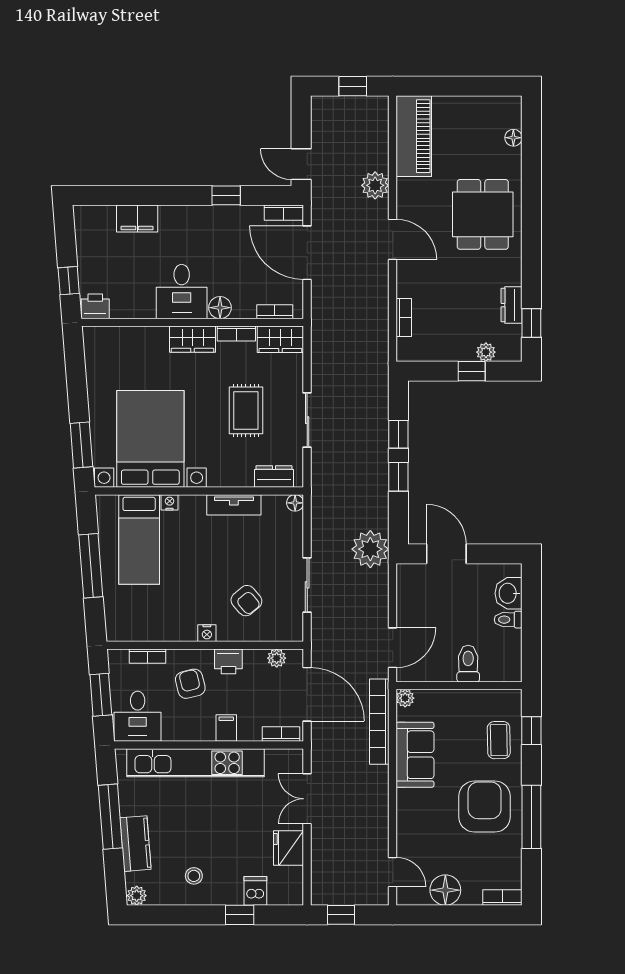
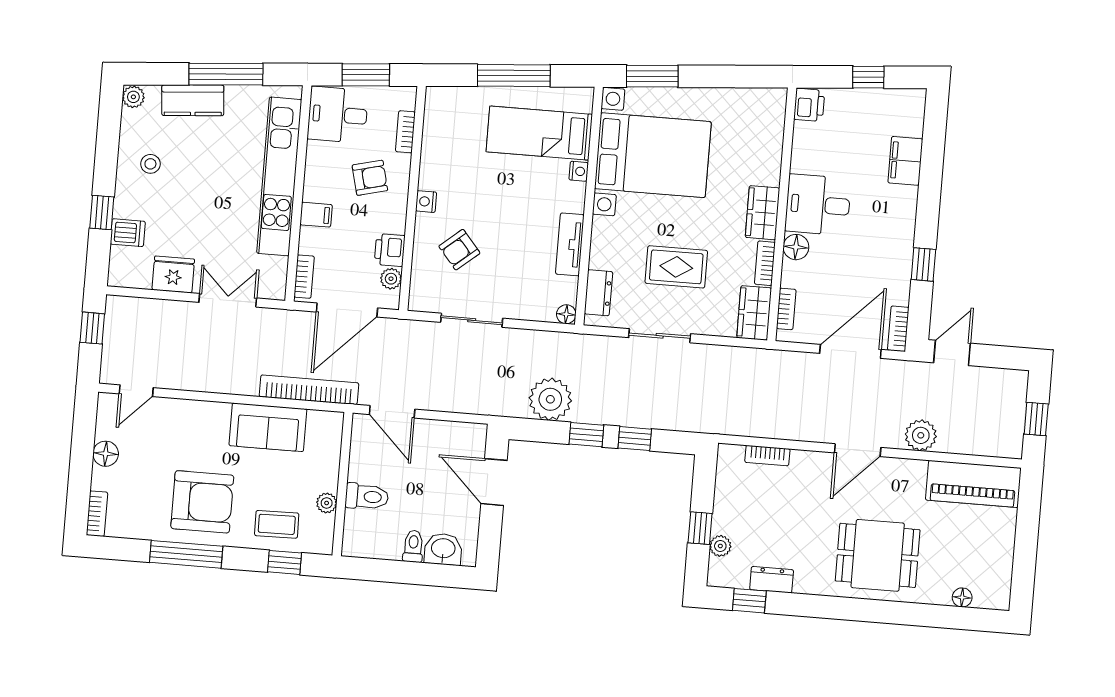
window: (69, 281) -> (868, 77), moved
plant: (370, 549) -> (550, 399), moved
door: (446, 554) -> (494, 482), swing flipped
printer: (228, 661) -> (390, 250), moved
plant: (405, 698) -> (327, 503), moved
floor lamp: (445, 890) -> (106, 454), width x0.73, depth x0.73

